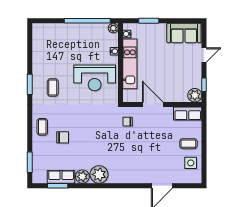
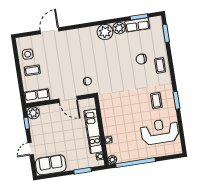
reception desk: (95, 78) -> (160, 132), moved

